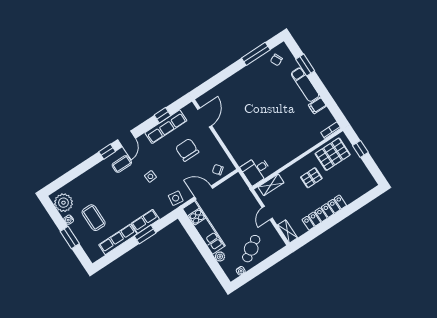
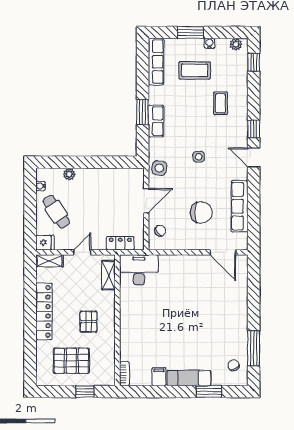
window: (162, 115) -> (254, 62), moved
pallet: (333, 154) -> (71, 361), moved, turned 90
coffee table: (122, 164) -> (220, 103), moved
desk: (256, 170) -> (139, 270), width x1.37
locker: (244, 191) -> (120, 243), added
plant: (63, 203) -> (236, 44), width x0.53, depth x0.53
door: (267, 213) -> (82, 252), hinge flipped
kitchen unit: (204, 227) -> (110, 178), removed
row of seats: (118, 239) -> (156, 62), moved
fridge: (277, 243) -> (45, 243), added

